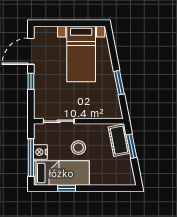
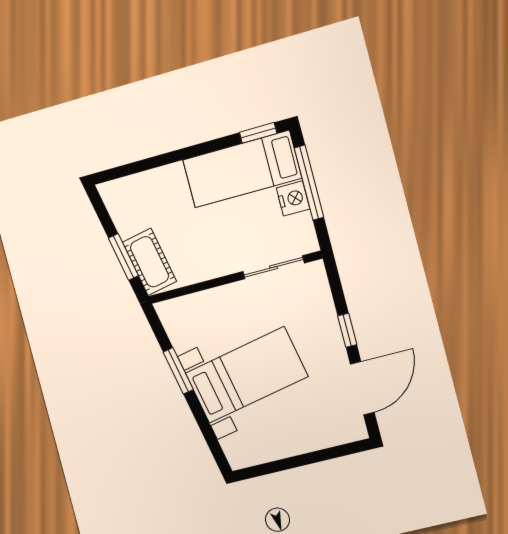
bed with nightstands: (81, 54) -> (246, 375), moved, turned 79
stool: (78, 148) -> (222, 227), removed
window: (67, 188) -> (258, 133), moved

